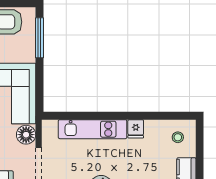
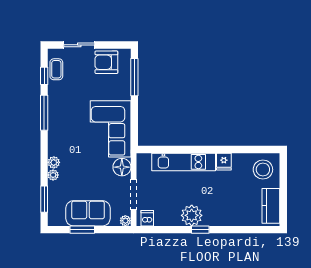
stool: (178, 137) -> (263, 170), width x1.89, depth x1.89

